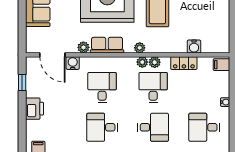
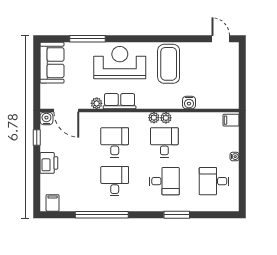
water cooler: (194, 47) -> (189, 103), moved
plant: (140, 48) -> (151, 104), removed
water cooler: (73, 63) -> (46, 119), moved
locker: (184, 63) -> (194, 119), removed
desk: (102, 127) -> (115, 181), turned 90

